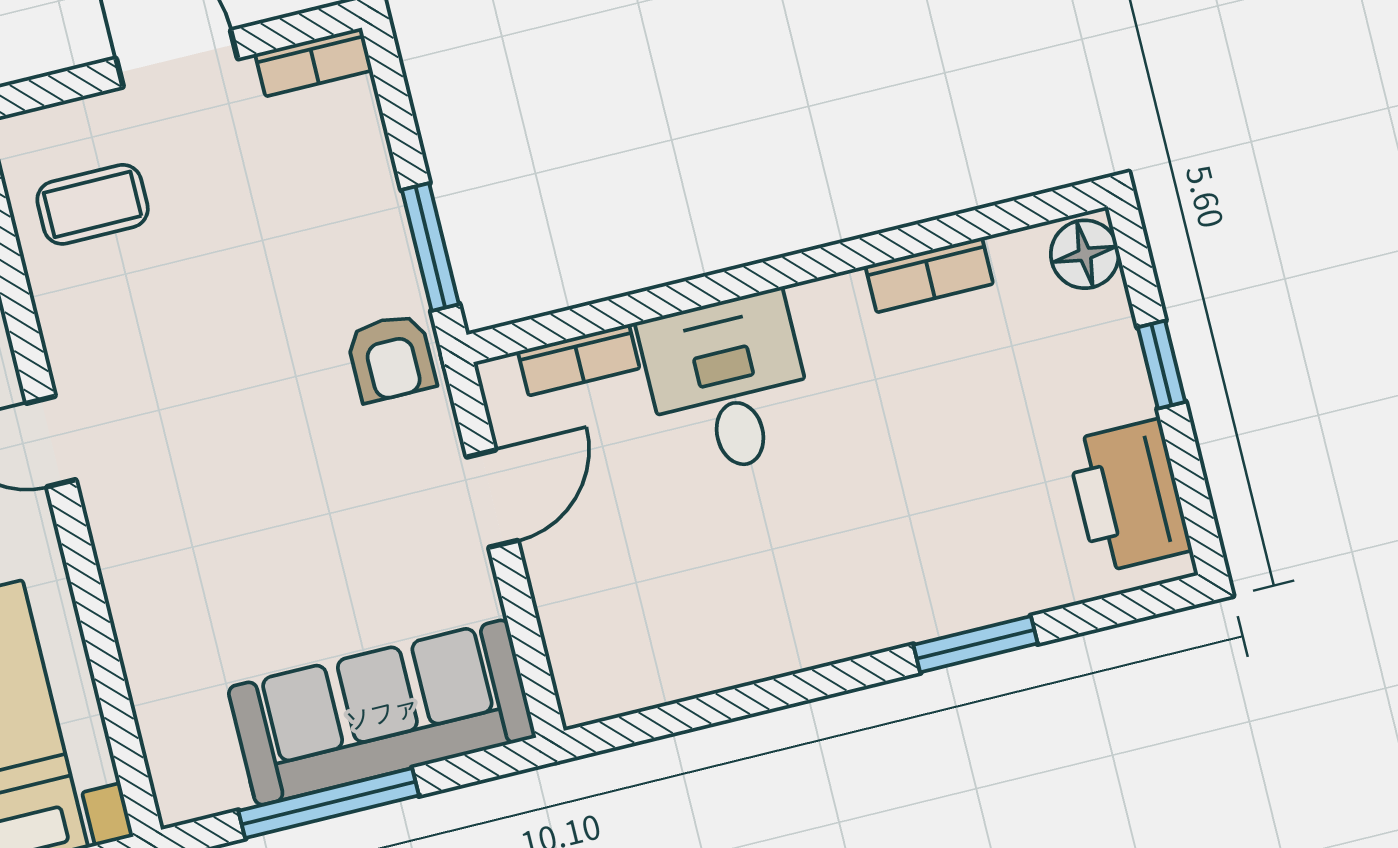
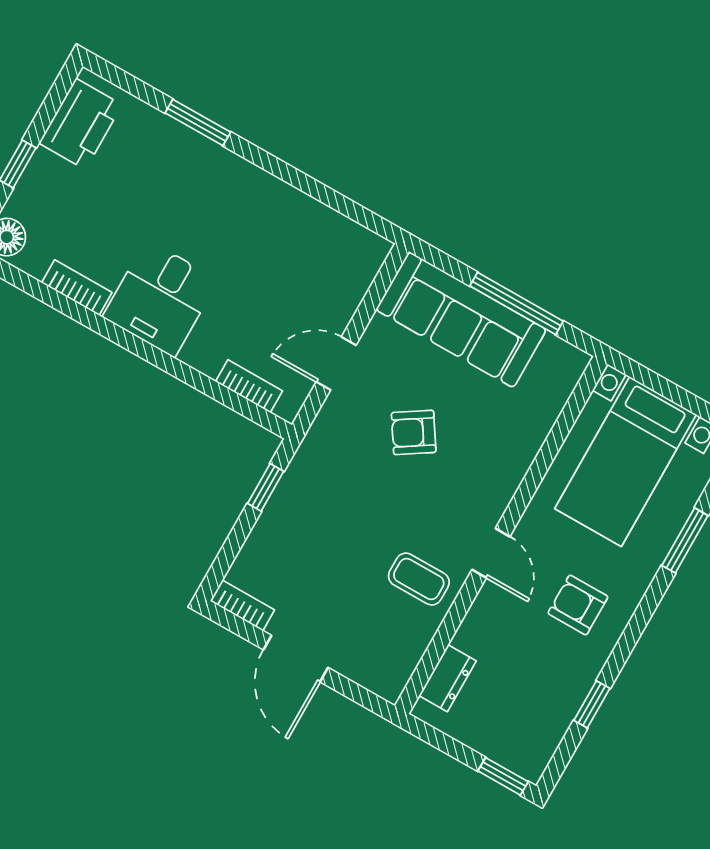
coffee table: (93, 204) -> (419, 579), moved
window: (430, 247) -> (266, 487), width x0.67
armchair: (391, 358) -> (414, 432), moved, turned -123
desk: (728, 384) -> (160, 298), moved

